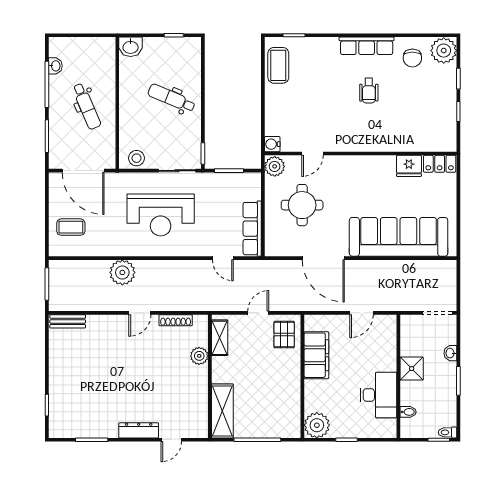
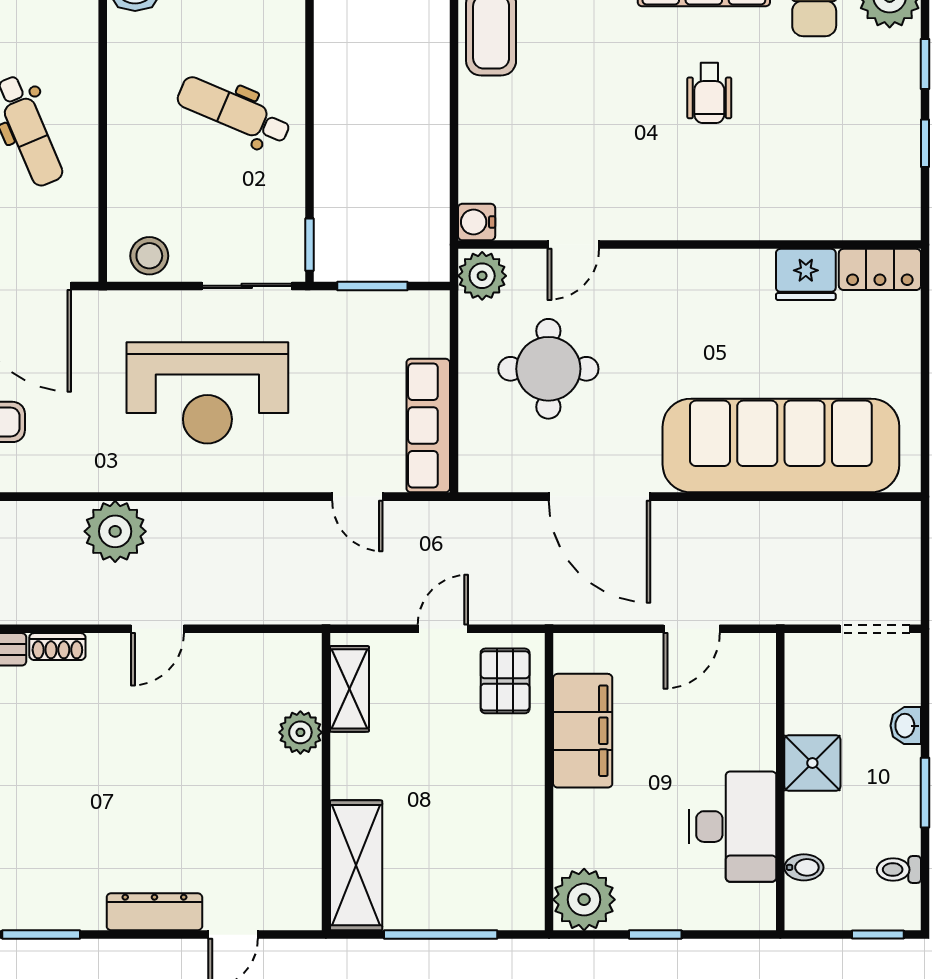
shoe rack: (176, 320) -> (57, 647), moved, width x0.70
toilet: (447, 432) -> (899, 870), moved

